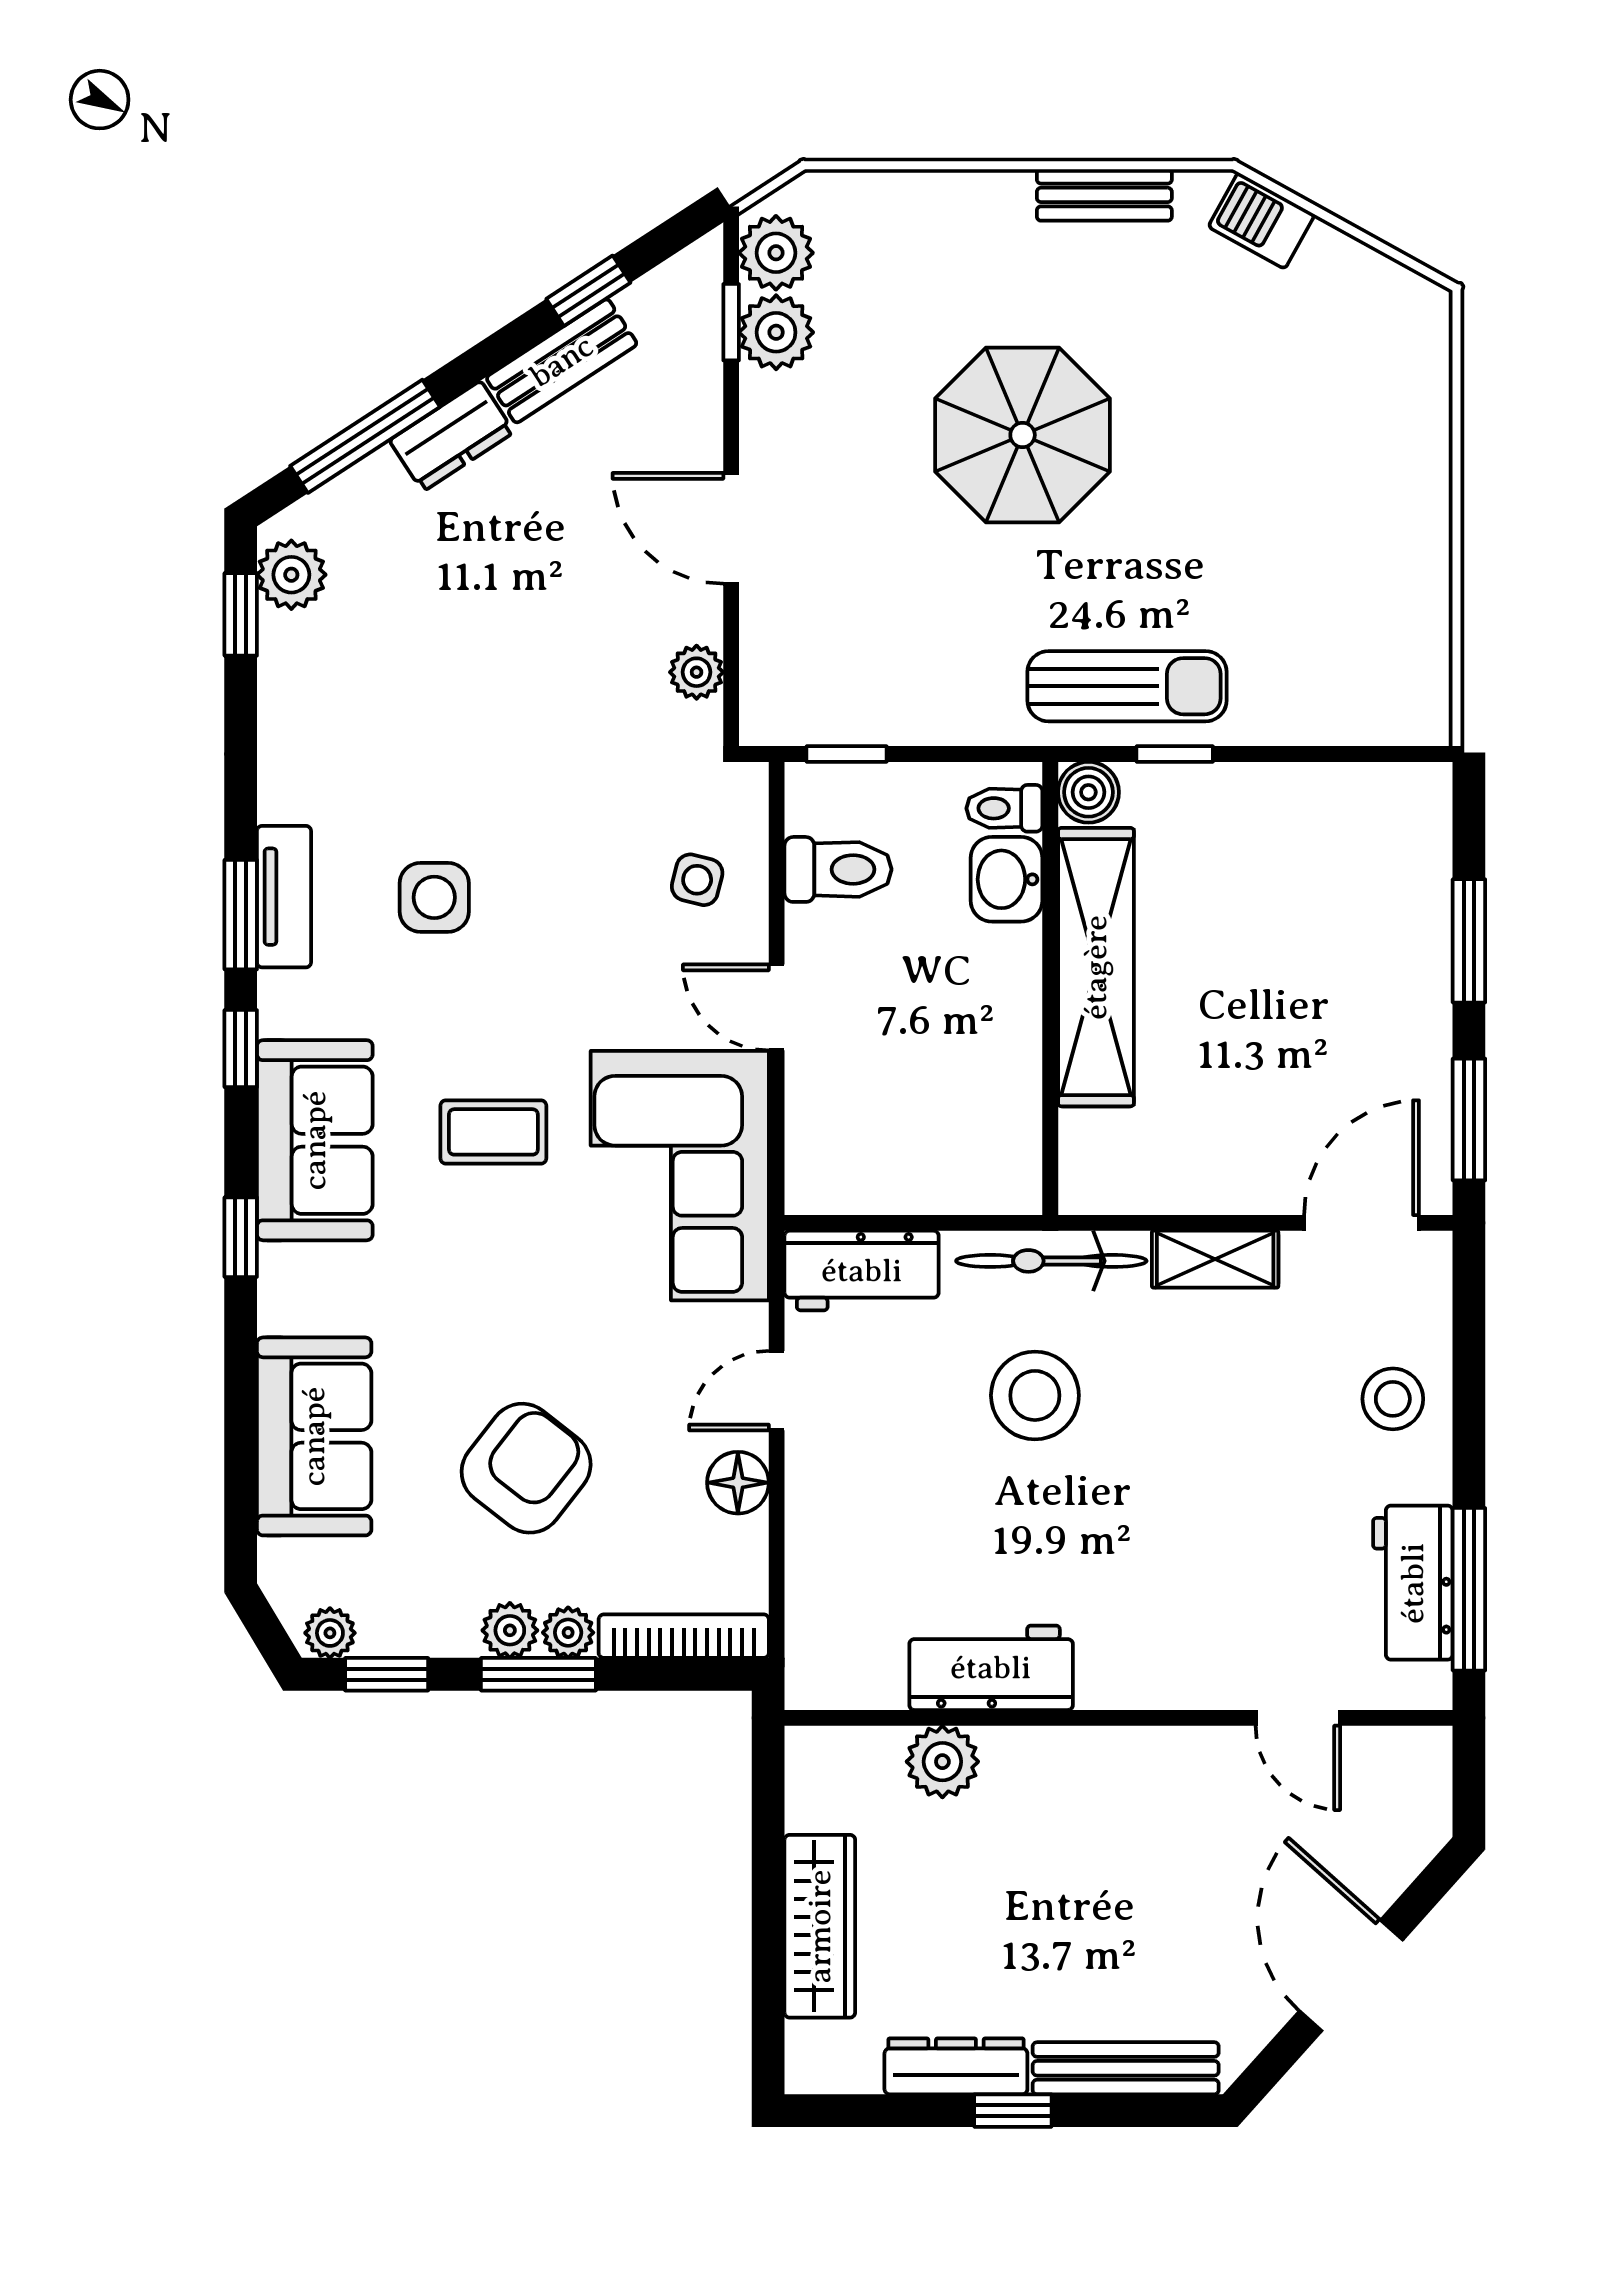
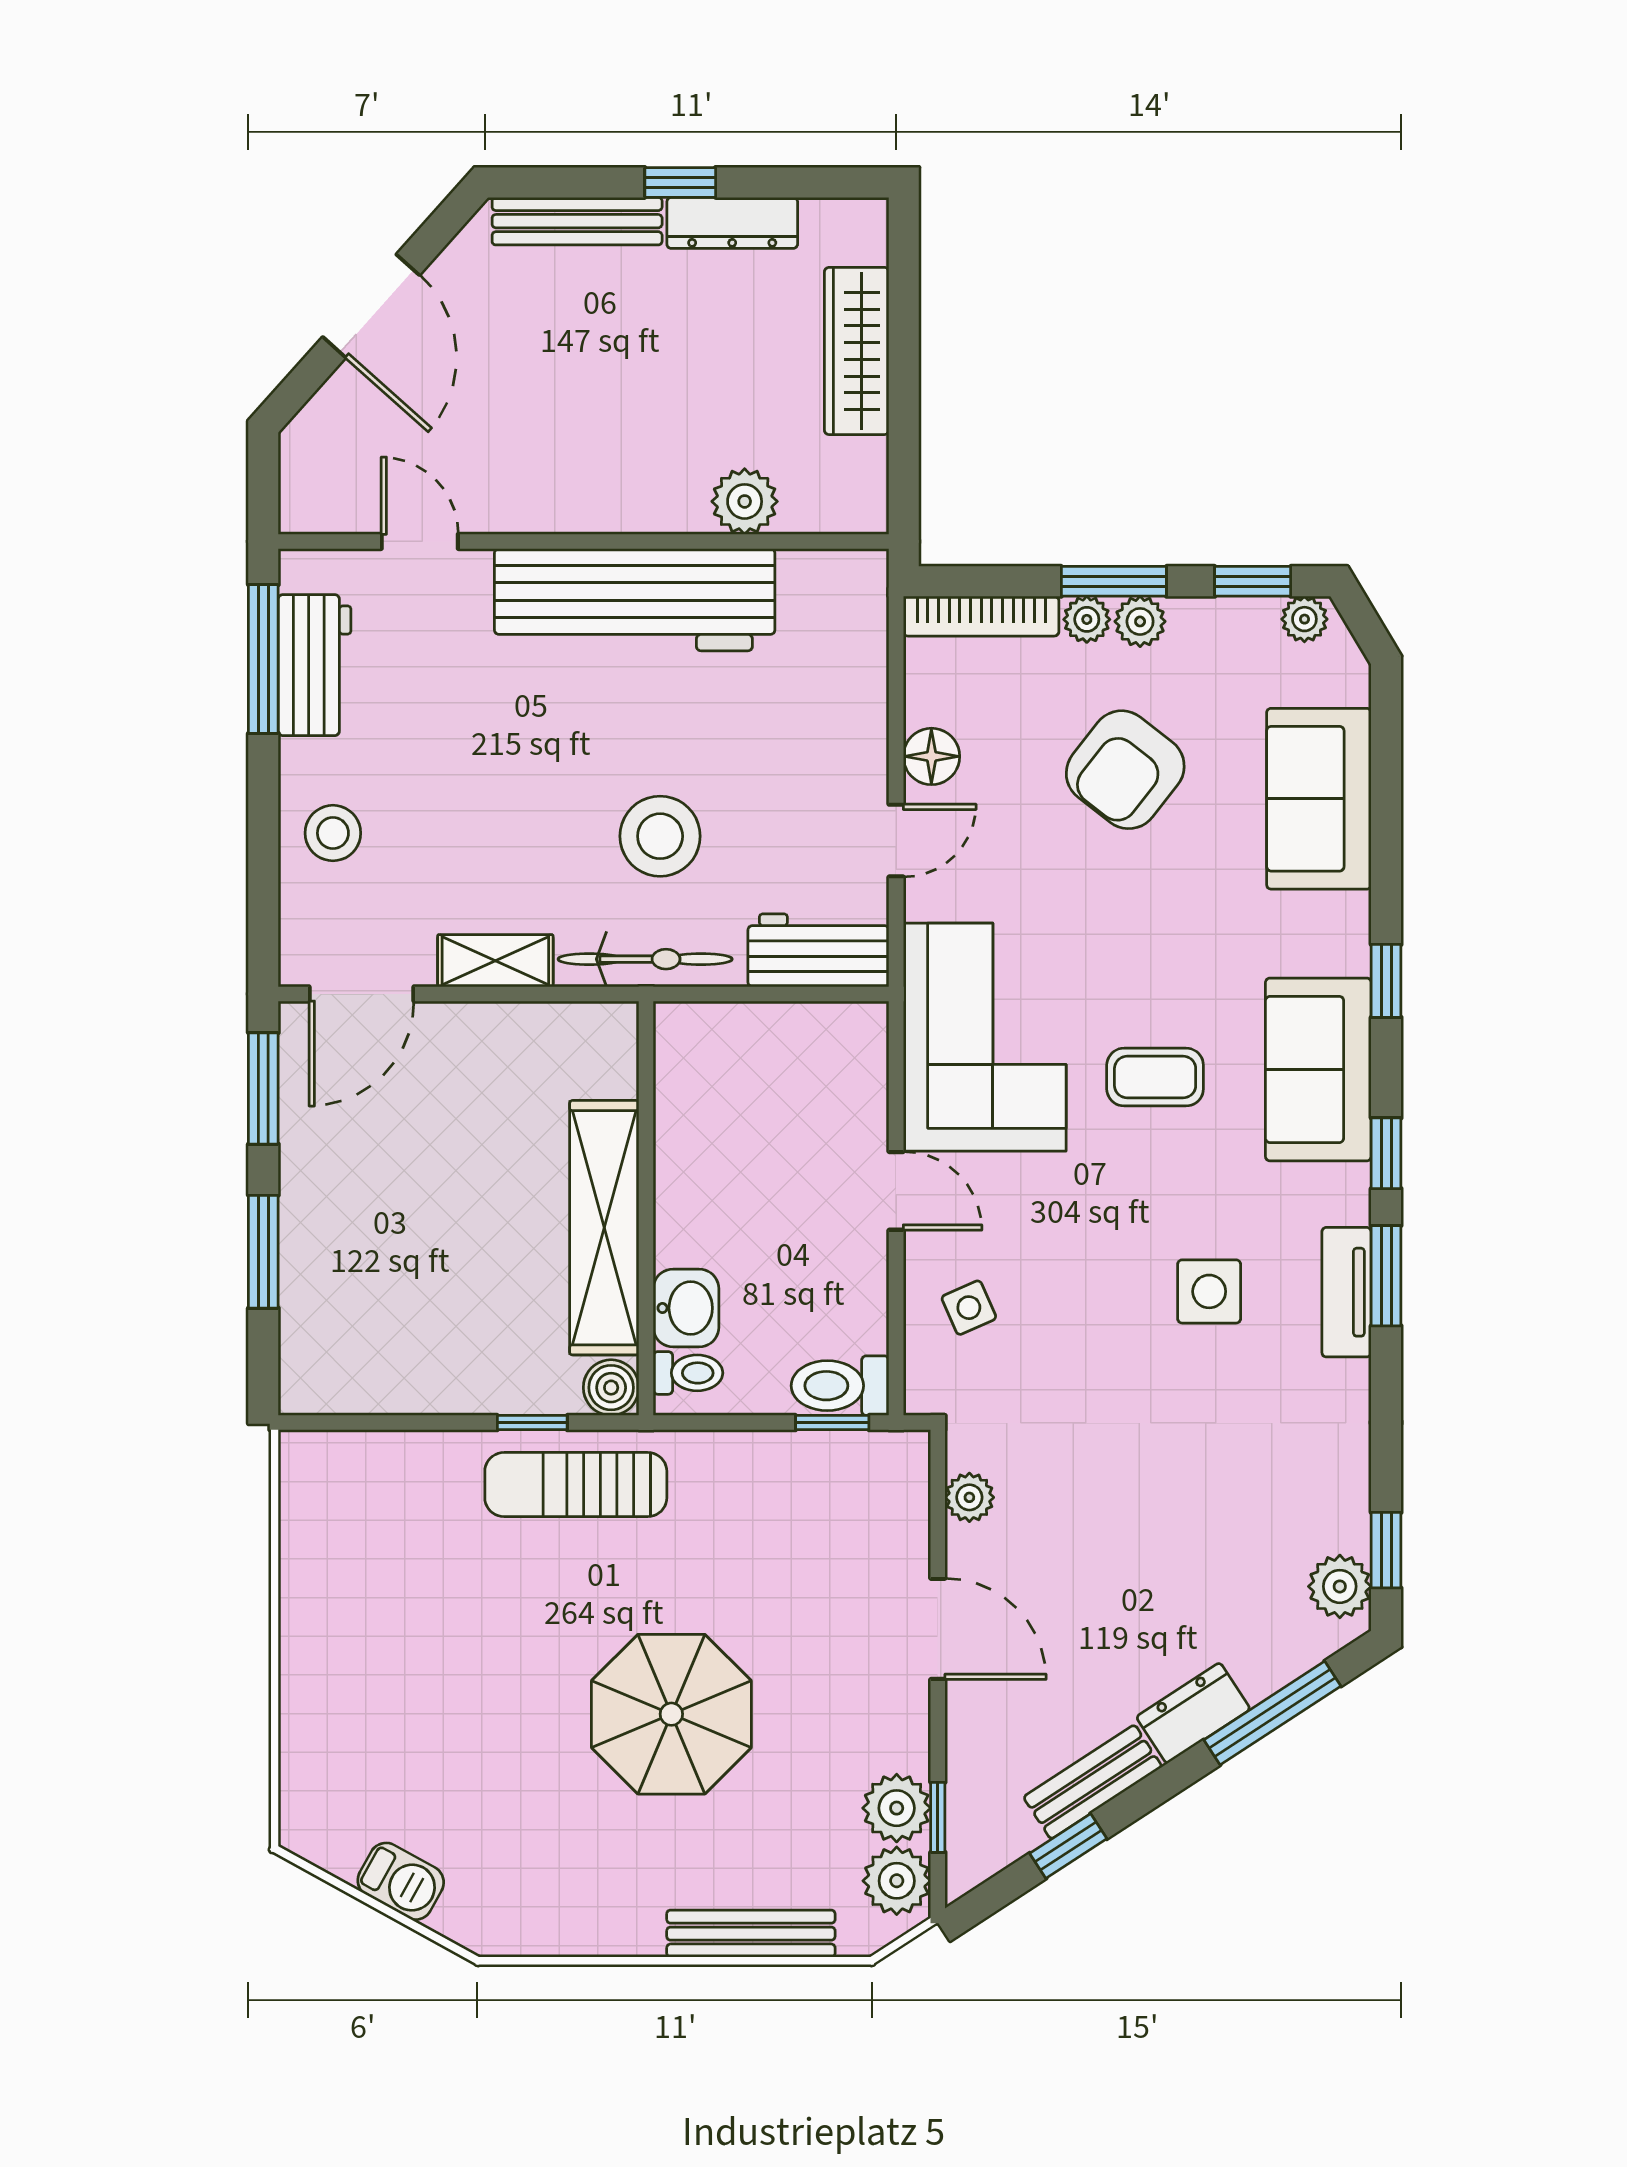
bench: (1104, 195) -> (751, 1934), moved, width x1.36
barbecue: (1262, 221) -> (401, 1881), moved
toilet: (838, 869) -> (840, 1386), moved
side table: (697, 880) -> (969, 1308), turned -38
workbench: (991, 1668) -> (635, 600), width x1.88, depth x1.32

